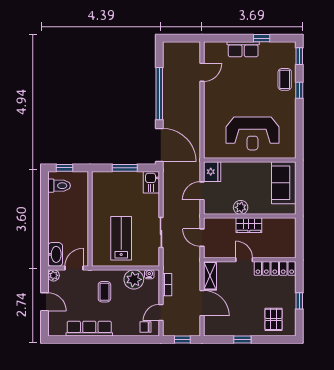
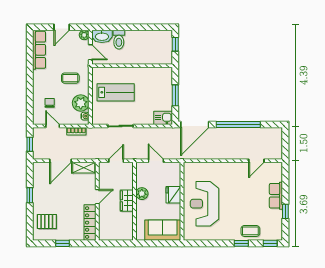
door: (202, 72) -> (256, 161), hinge flipped
fridge: (212, 172) -> (173, 195), moved, turned 90
toilet: (59, 186) -> (119, 40), moved
chair: (145, 327) -> (50, 103), moved
row of seats: (89, 329) -> (39, 50), moved

